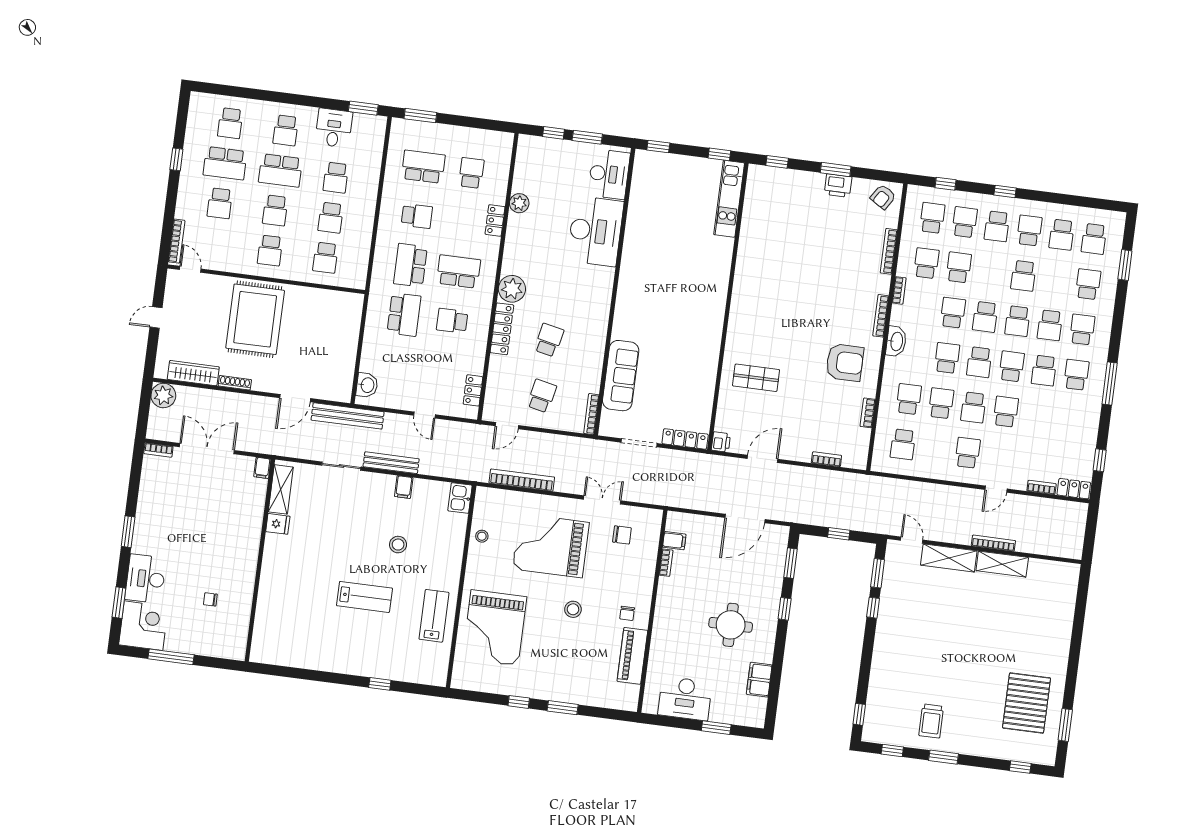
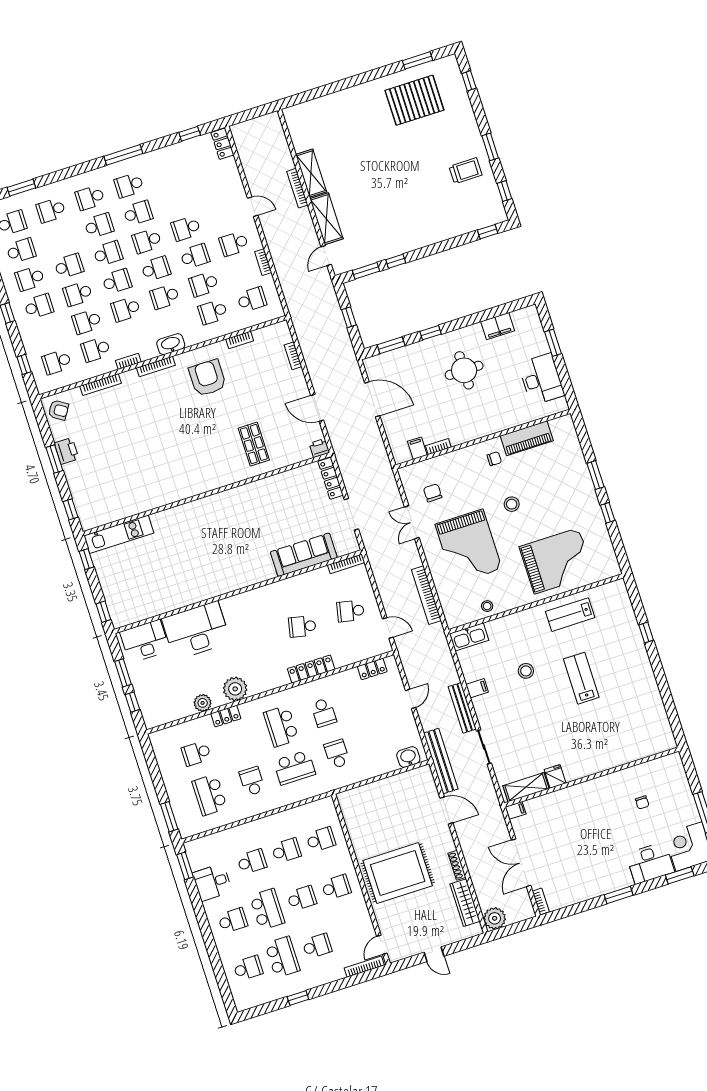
school desk: (965, 222) -> (78, 294), moved
plant: (512, 289) -> (235, 689), moved
school desk: (404, 315) -> (337, 754), width x0.54
bookcase: (1042, 487) -> (263, 262), moved
kitchen sink: (460, 498) -> (469, 637), width x1.38

